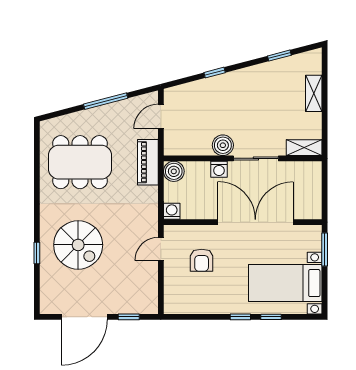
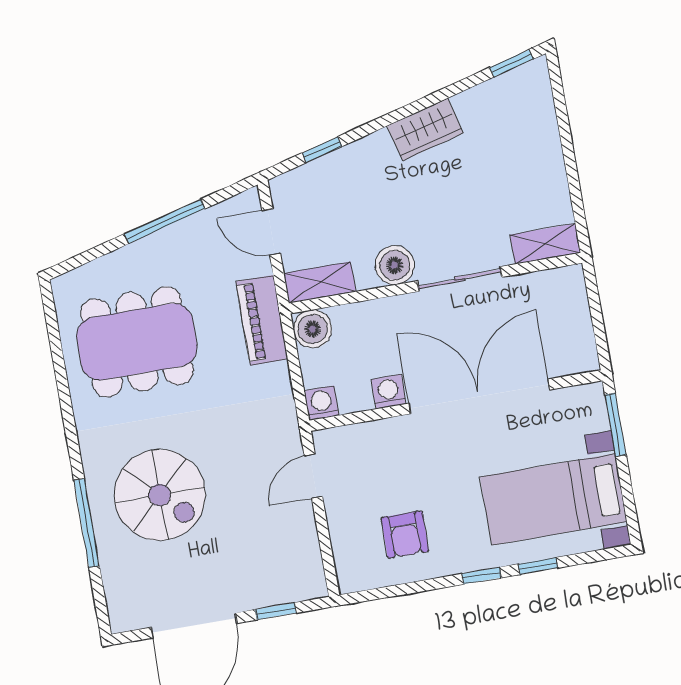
window: (279, 56) -> (512, 63), moved
window: (215, 73) -> (322, 150), moved
wardrobe: (251, 76) -> (425, 129), added
shelving: (314, 93) -> (320, 282), moved, turned 90
door: (161, 116) -> (271, 232), hinge flipped
washing machine: (219, 169) -> (389, 392), moved, turned 180
window: (37, 253) -> (87, 523), width x2.17
armchair: (202, 260) -> (405, 535), moved

